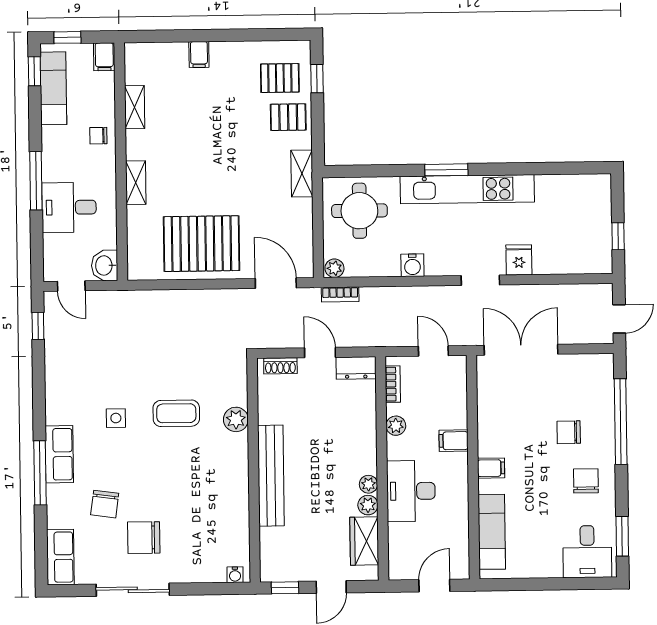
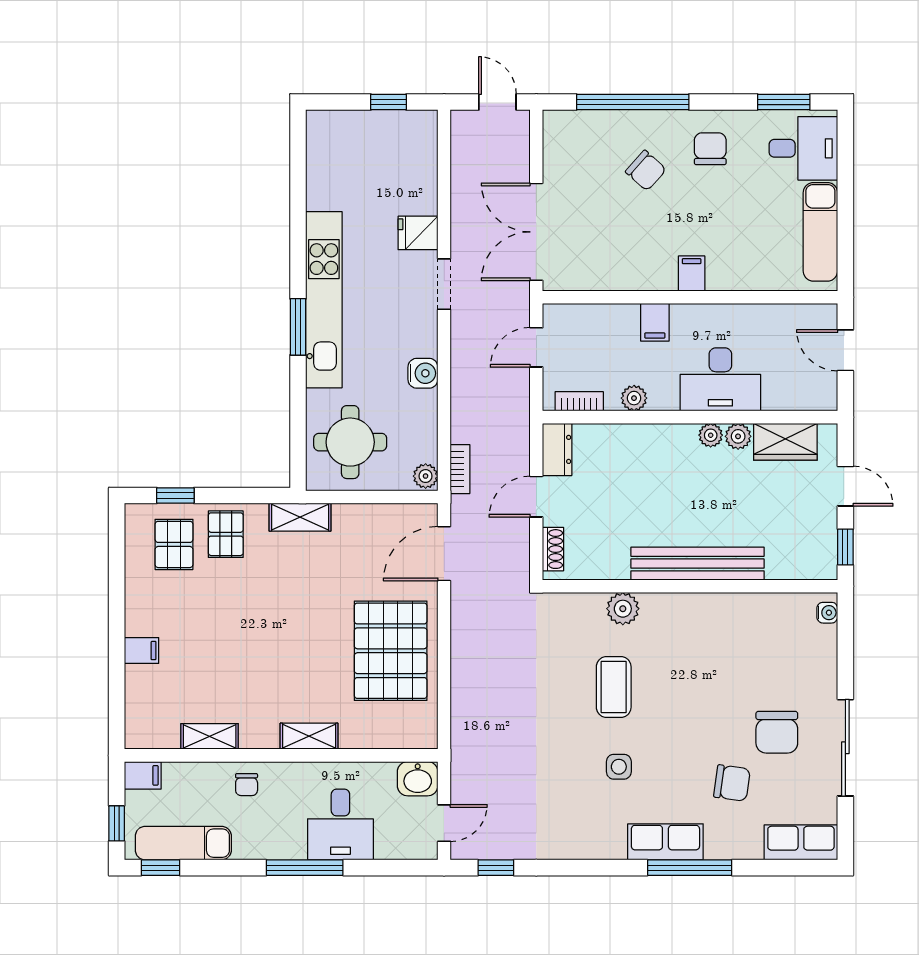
chair: (569, 432) -> (646, 171), turned -48
chair: (586, 481) -> (710, 149), turned 90
exam couch: (492, 532) -> (820, 232), moved, turned -90

